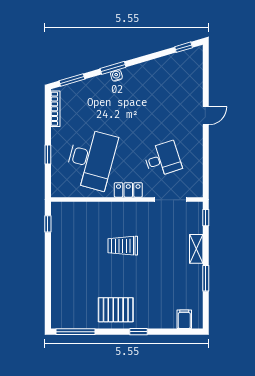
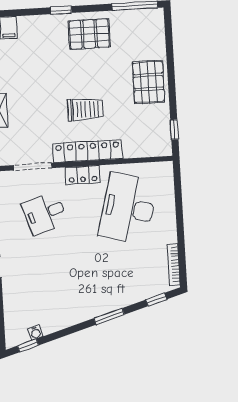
water cooler: (116, 75) -> (35, 333), moved
window: (72, 80) -> (156, 299), width x0.67
window: (48, 155) -> (179, 211), removed
locker: (123, 210) -> (87, 151), added
pallet: (68, 266) -> (148, 82), added

